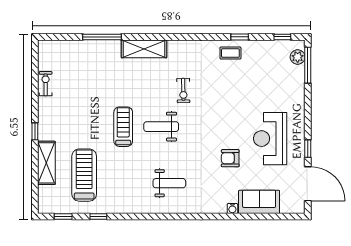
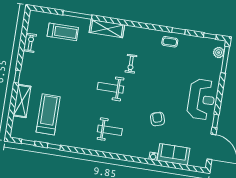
treadmill: (123, 127) -> (63, 32), moved, turned 90
reception desk: (270, 139) -> (201, 99), moved, turned 180
armchair: (230, 158) -> (157, 119), turned 73

